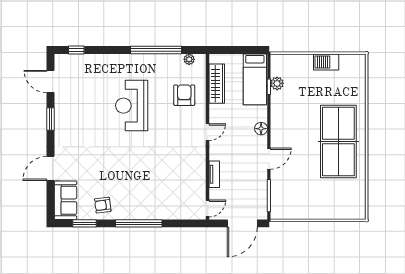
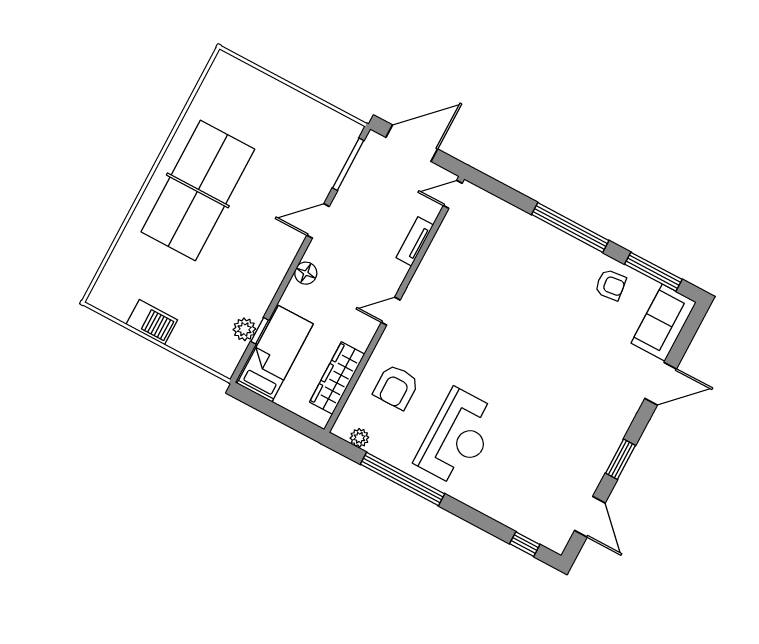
reception desk: (132, 106) -> (457, 437), moved
window: (84, 223) -> (653, 272), width x1.44

